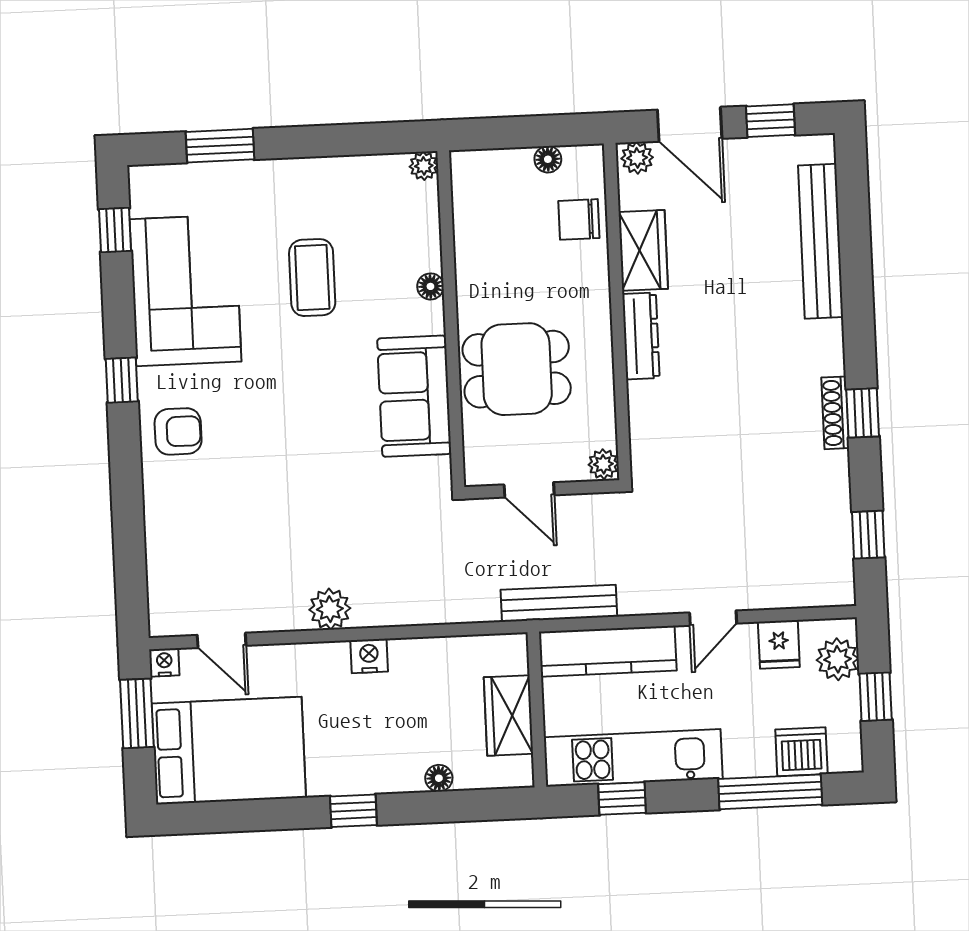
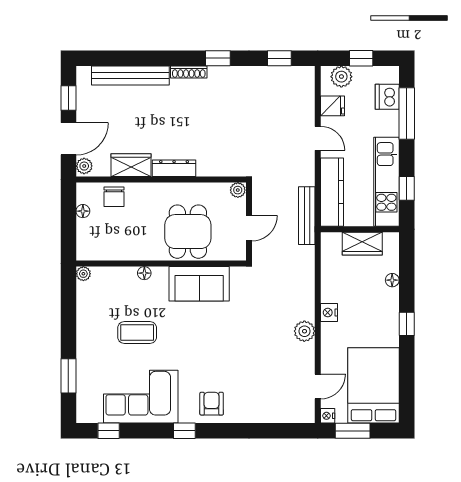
shoe rack: (835, 413) -> (189, 72), moved

